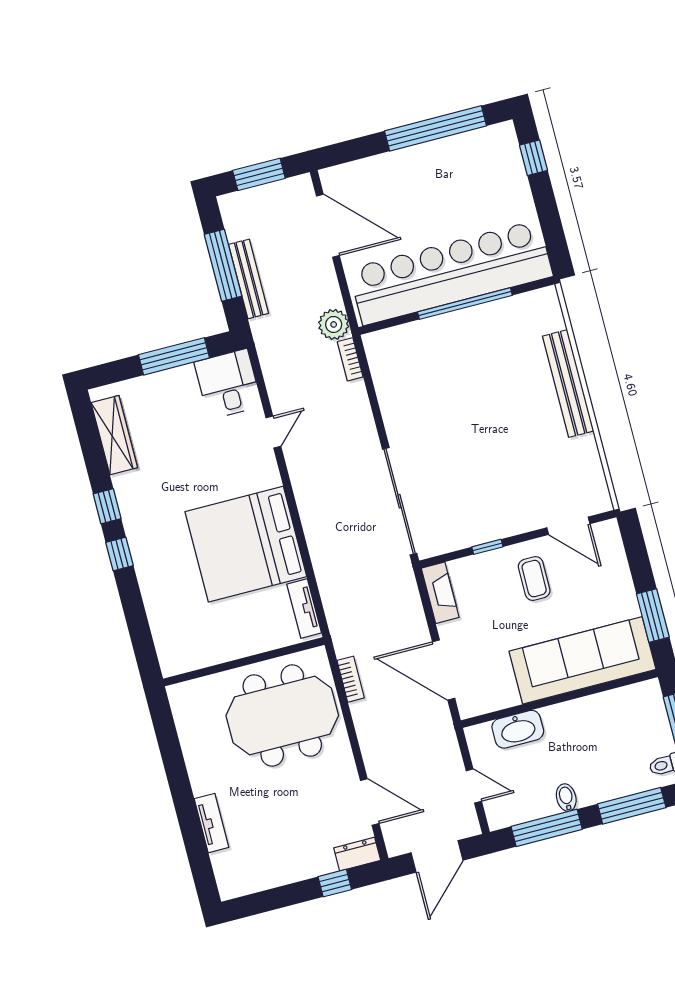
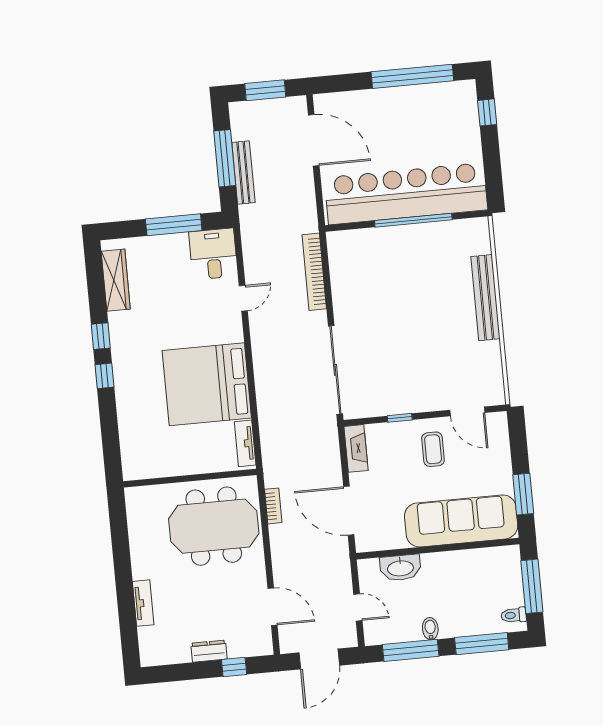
plant: (334, 324) -> (306, 220), removed
bookcase: (350, 359) -> (314, 272), width x2.31, depth x1.31
dresser: (357, 854) -> (209, 651), moved

